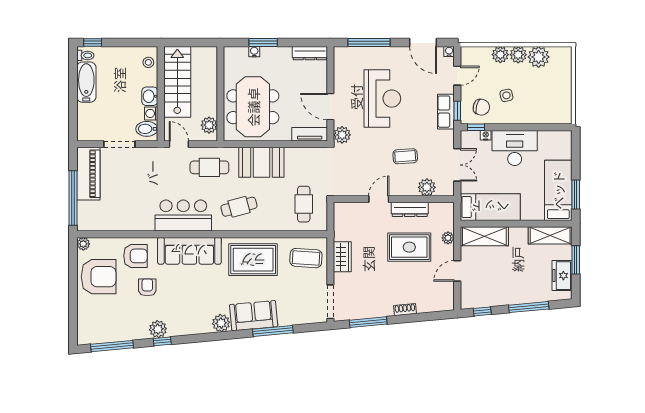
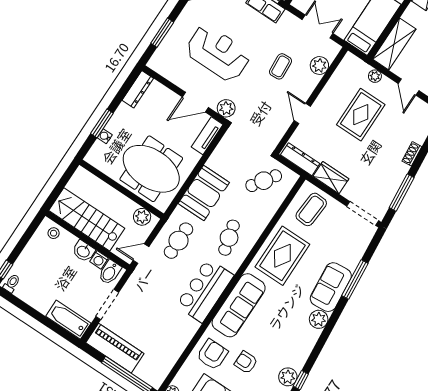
window: (369, 42) -> (162, 33), width x0.69
bathtub: (86, 82) -> (68, 320), moved
cafe table: (304, 204) -> (264, 181), turned -56
dresser: (410, 209) -> (300, 159), moved, turned -90

